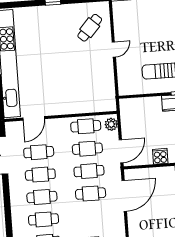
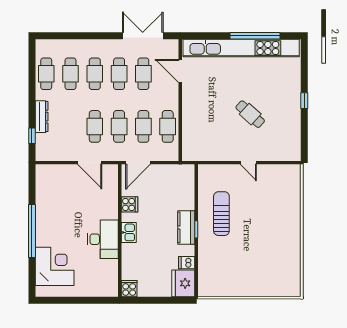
cafe table: (90, 28) -> (250, 114), moved
plant: (111, 124) -> (168, 154), removed
door: (121, 151) -> (138, 163), hinge flipped
door: (124, 196) -> (90, 163), width x0.73

